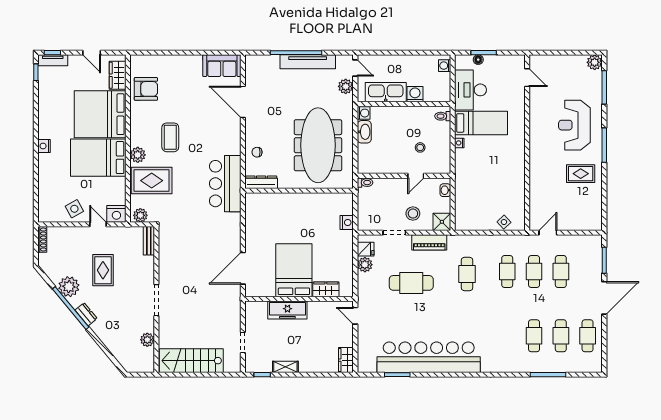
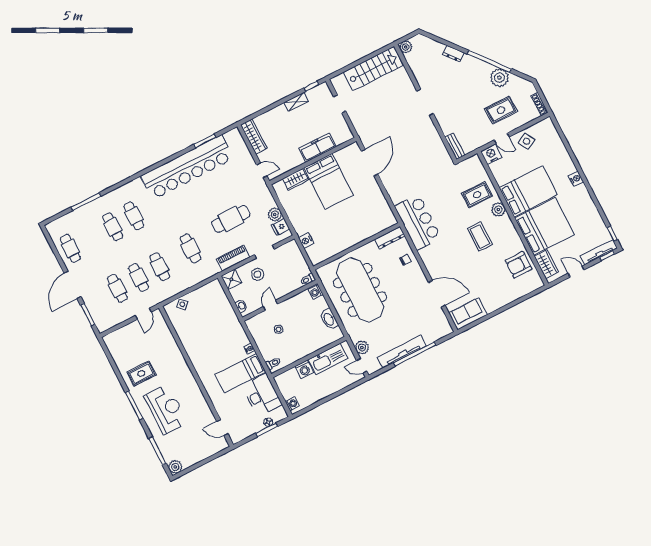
tv unit: (53, 60) -> (599, 252), width x1.41
washing machine: (364, 113) -> (316, 292), moved
rug: (152, 181) -> (477, 195), width x0.73, depth x0.70
plant: (140, 215) -> (472, 163), removed
rug: (103, 270) -> (501, 110), moved, turned 90
dresser: (86, 314) -> (453, 54), moved
cafe table: (561, 336) -> (134, 216), moved
plant: (147, 340) -> (406, 47), moved
wardrobe: (346, 360) -> (254, 137), width x1.50

